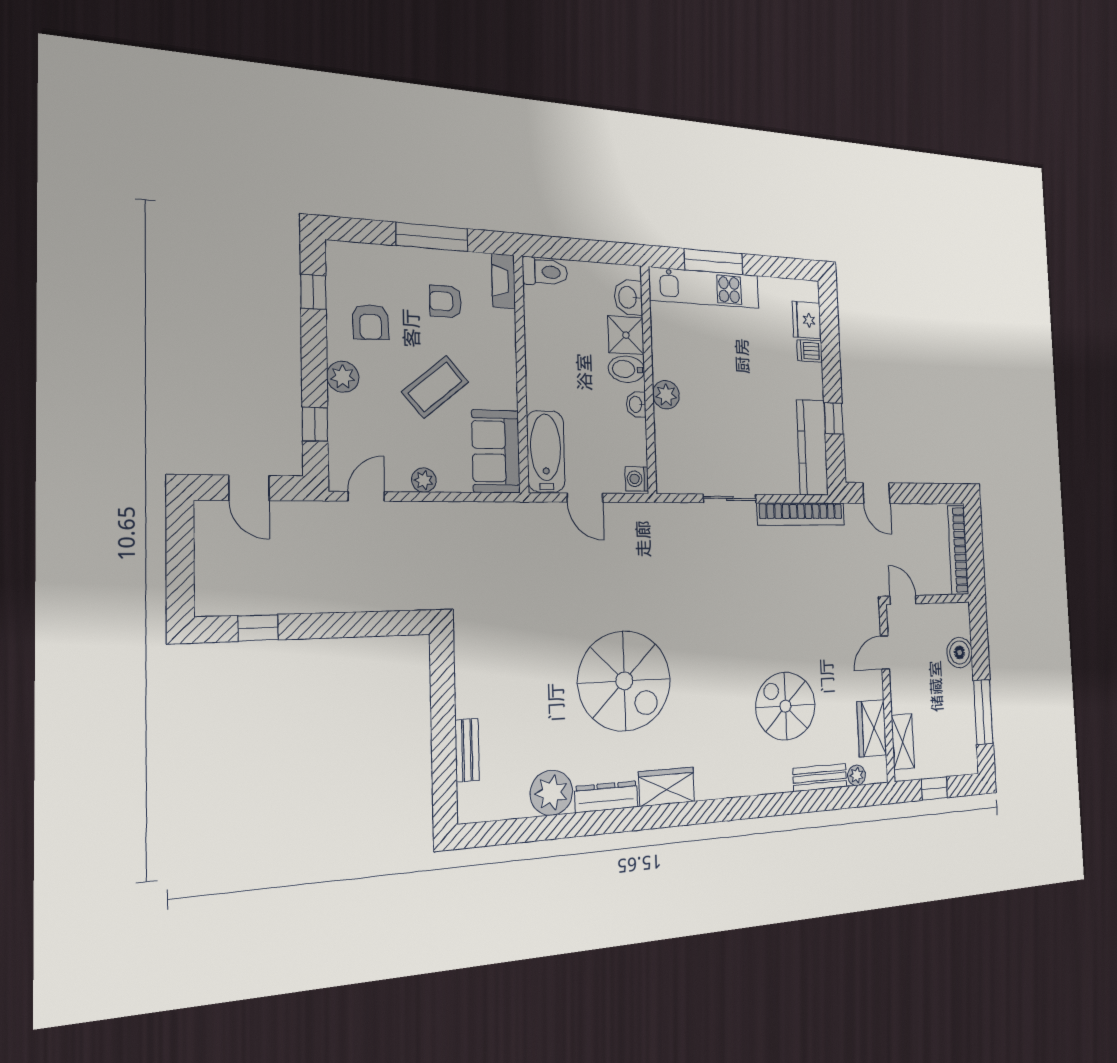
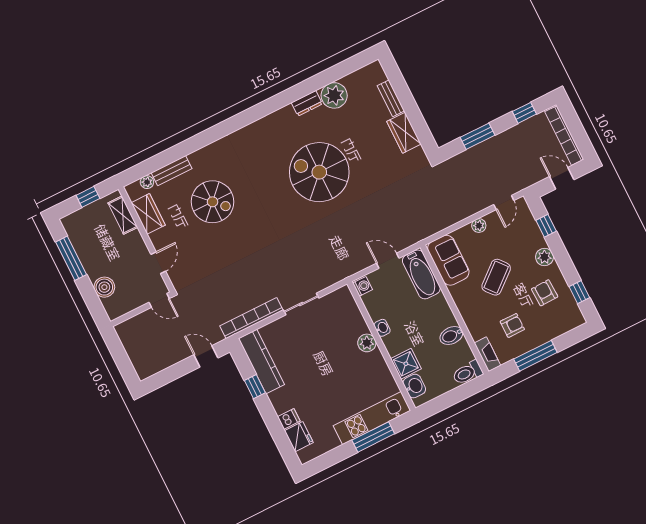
bidet: (627, 369) -> (451, 336), moved, turned 180
bookcase: (958, 550) -> (564, 136), moved, turned 180
window: (357, 625) -> (477, 136), added
wardrobe: (667, 787) -> (404, 133), moved, turned 90
dresser: (606, 797) -> (307, 103), width x0.70

